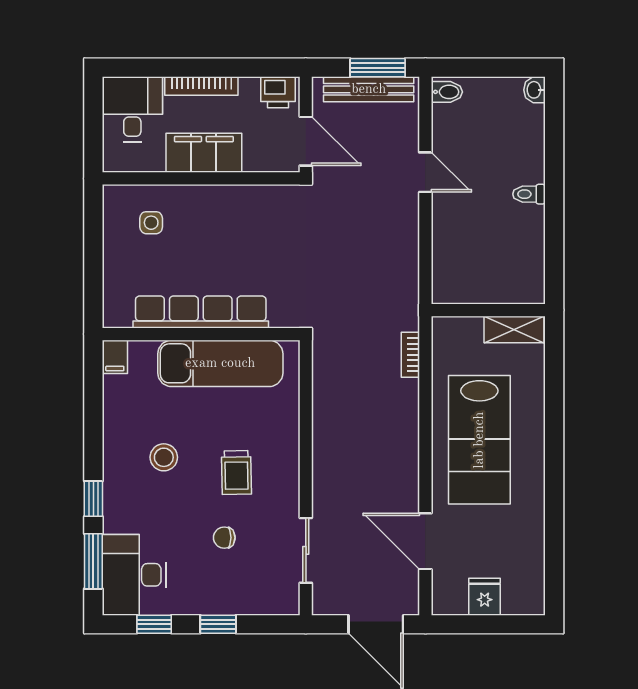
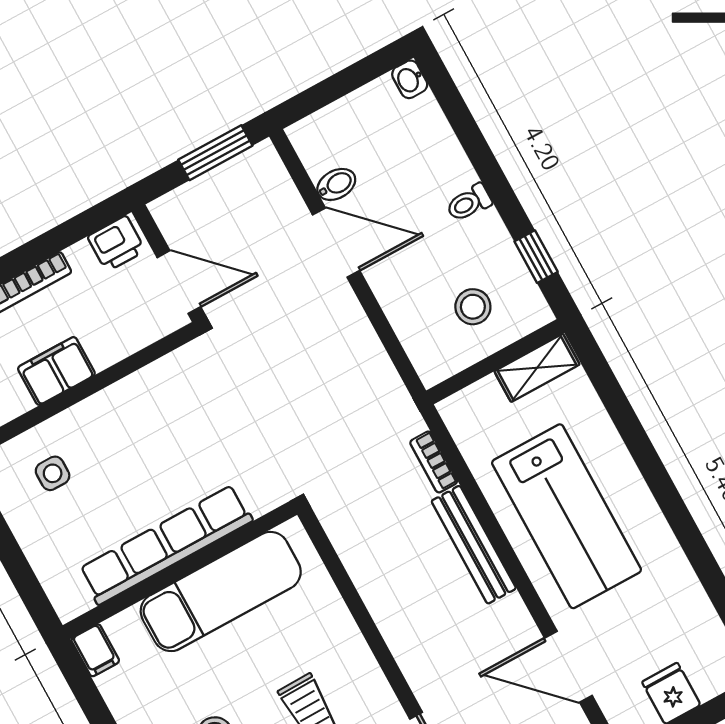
bench: (369, 89) -> (474, 545), moved, turned 90
bidet: (447, 92) -> (336, 184), moved
filing cabinet: (204, 153) -> (56, 371), width x0.67, depth x0.86
door: (425, 172) -> (336, 243), width x1.38
window: (554, 255) -> (536, 257), added
stool: (493, 265) -> (473, 307), added

